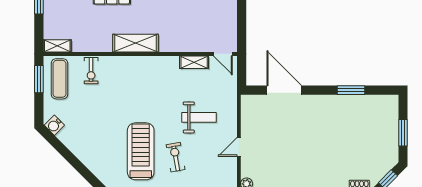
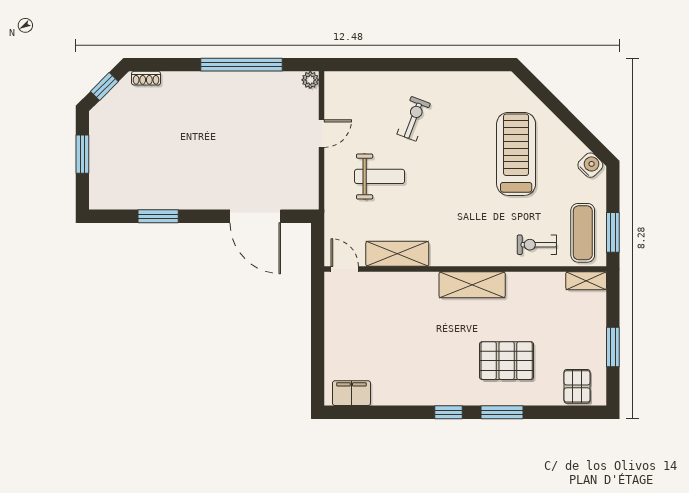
shelving: (194, 62) -> (397, 254), width x1.50, depth x1.33
exercise bike: (91, 71) -> (537, 245), turned -90
weight bench: (199, 117) -> (380, 176), turned 180
treadmill: (141, 151) -> (516, 154), moved, turned 180
exercise bike: (176, 157) -> (414, 119), turned -149

